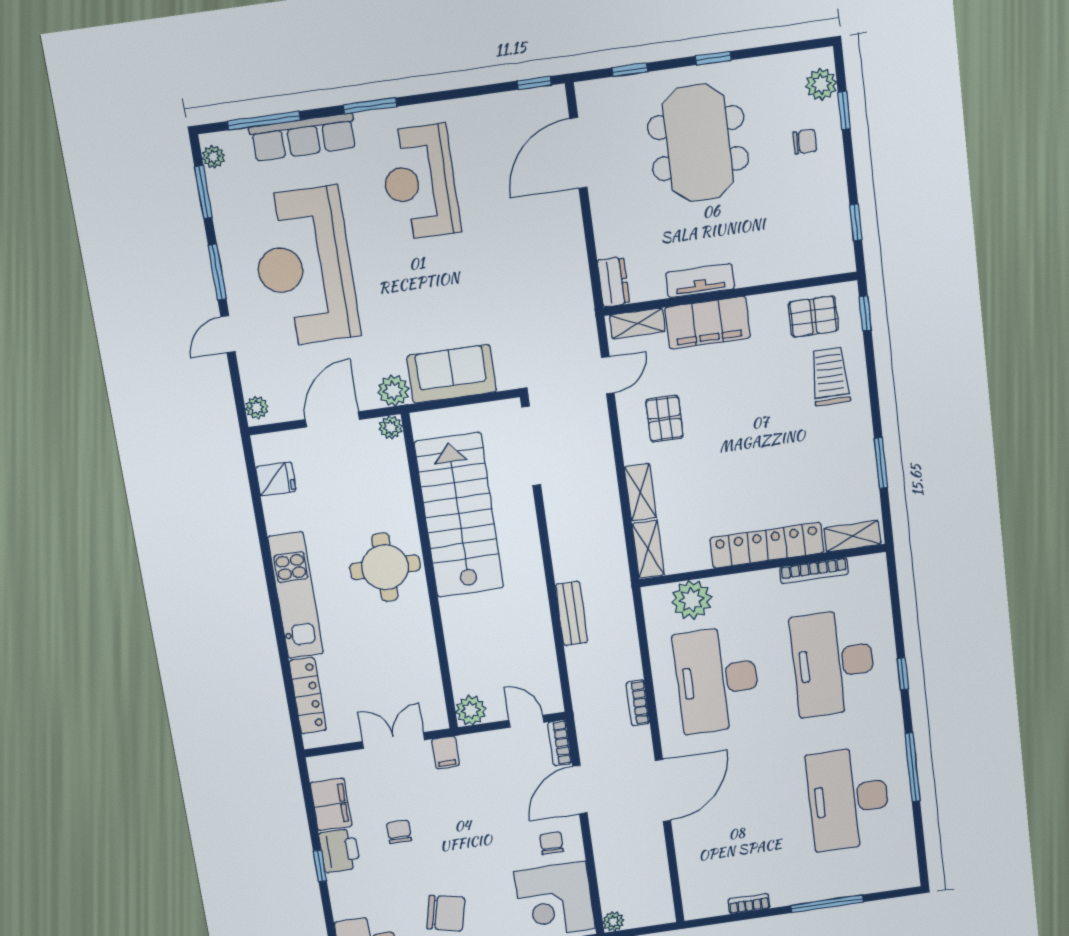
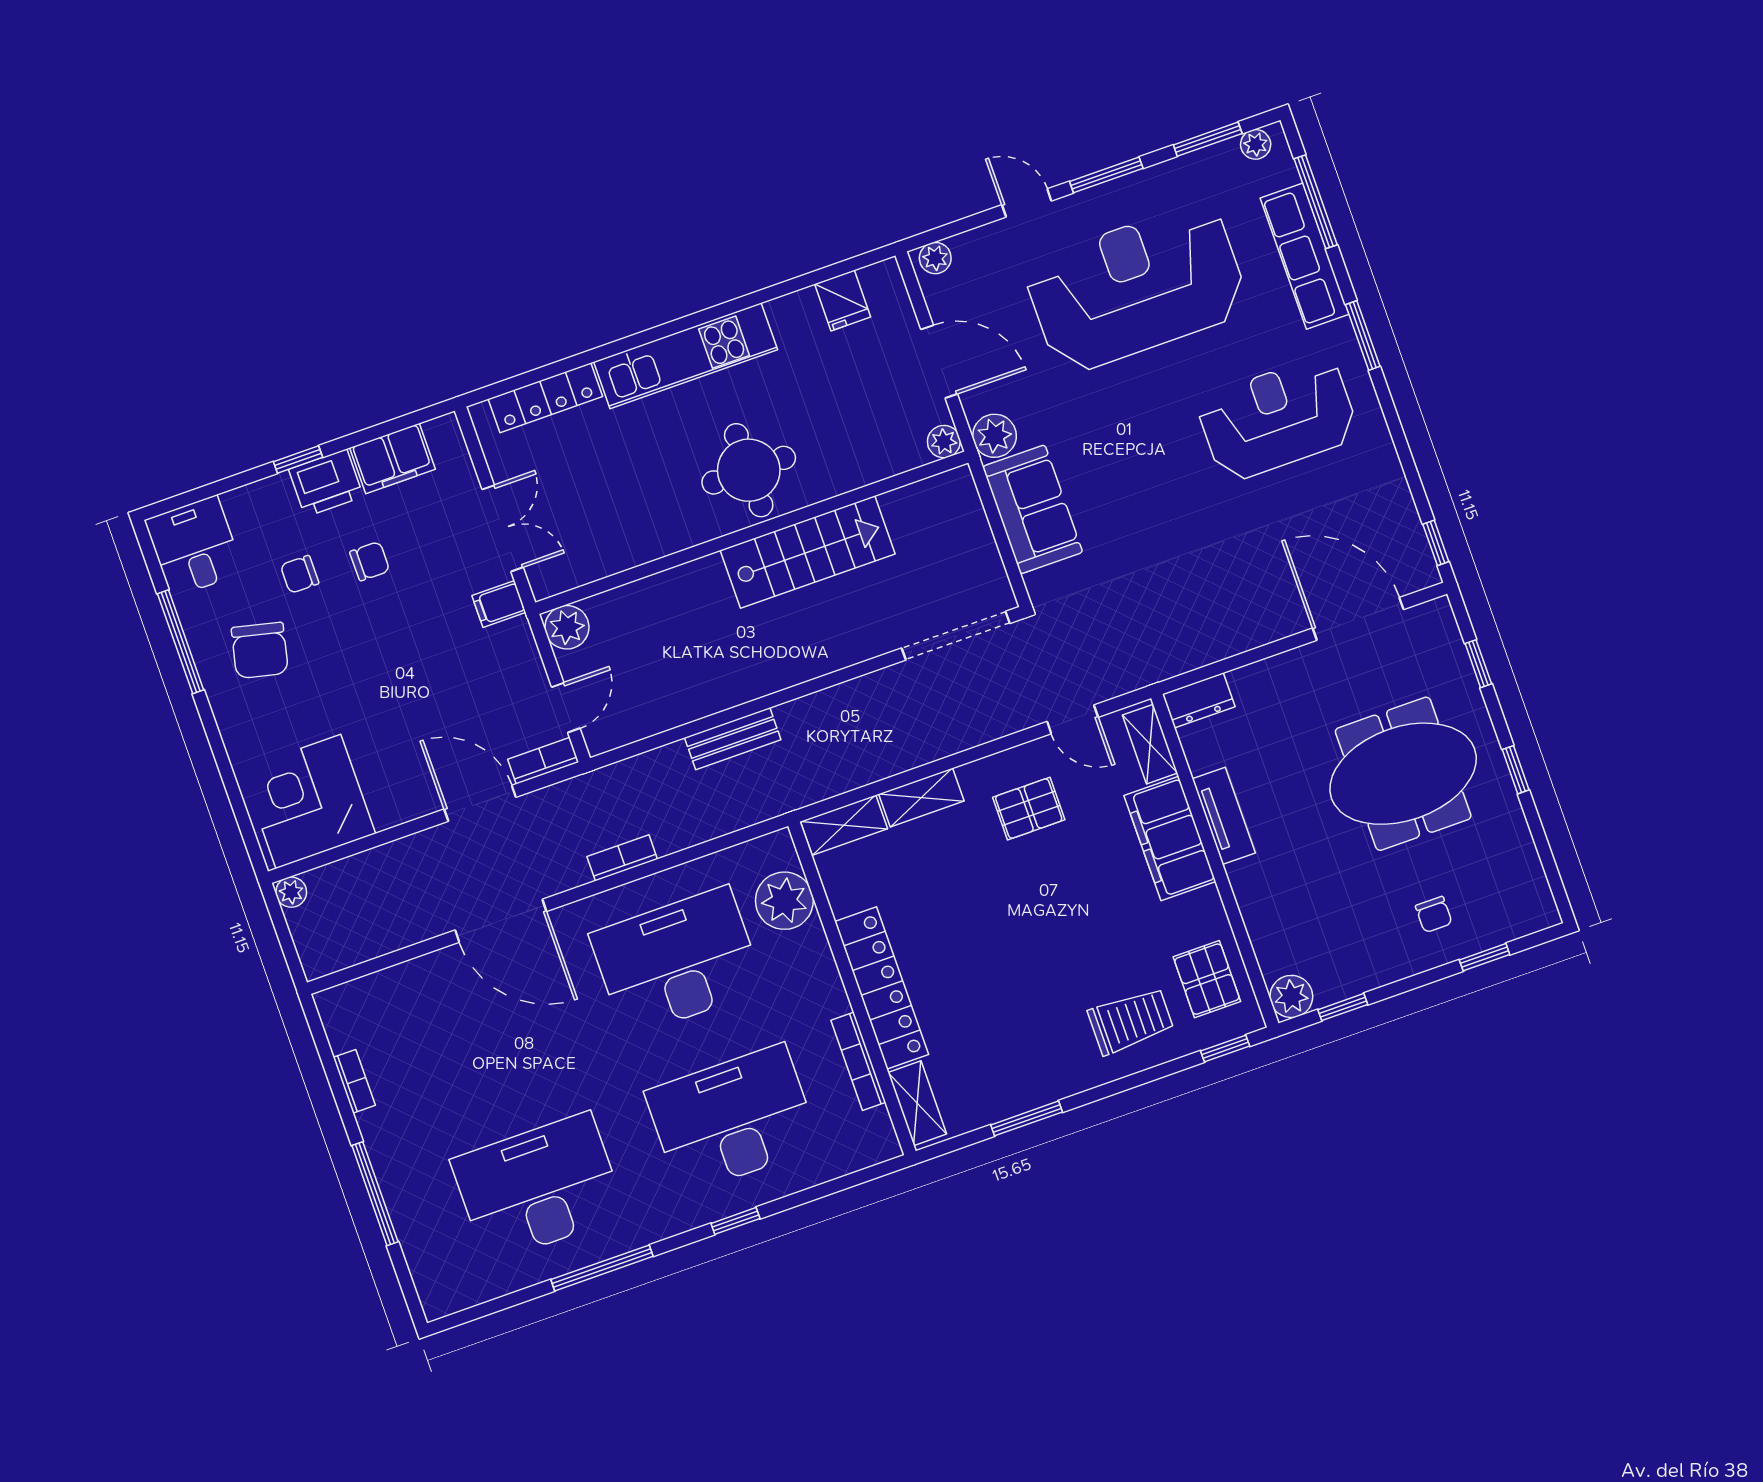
plant: (821, 84) -> (1291, 996), moved
stairs: (459, 515) -> (808, 552), width x0.73, depth x0.66
chair: (551, 843) -> (300, 574), moved, turned 180

